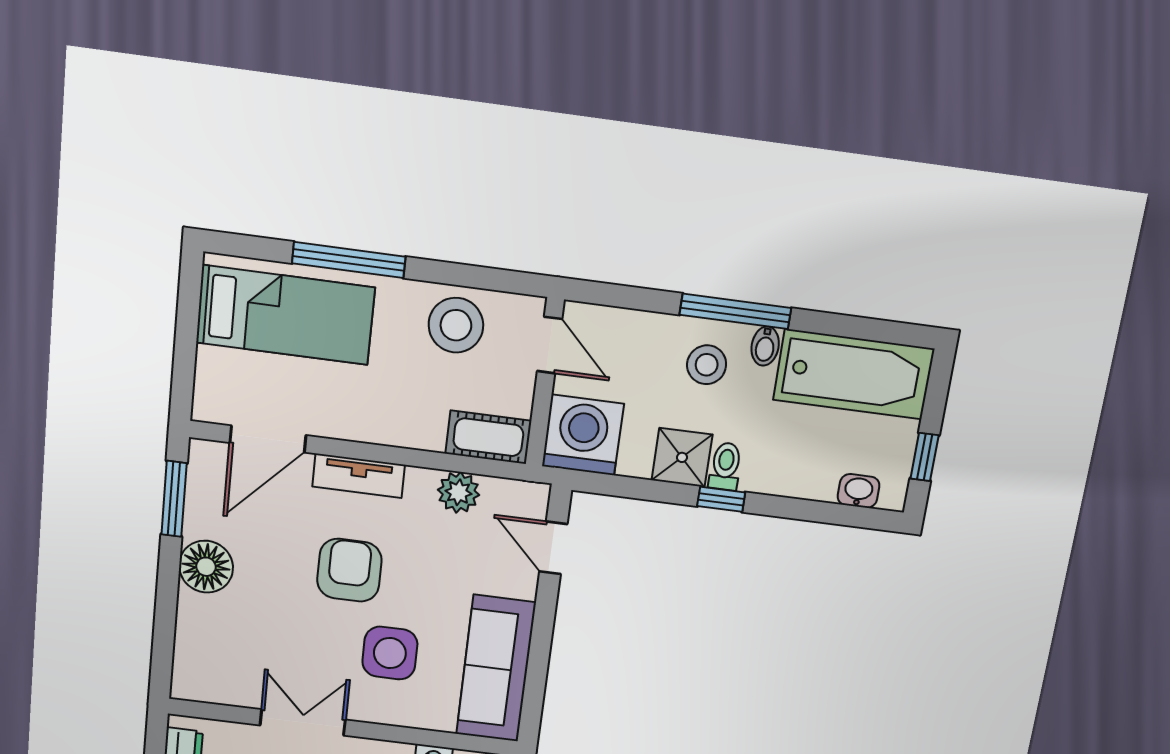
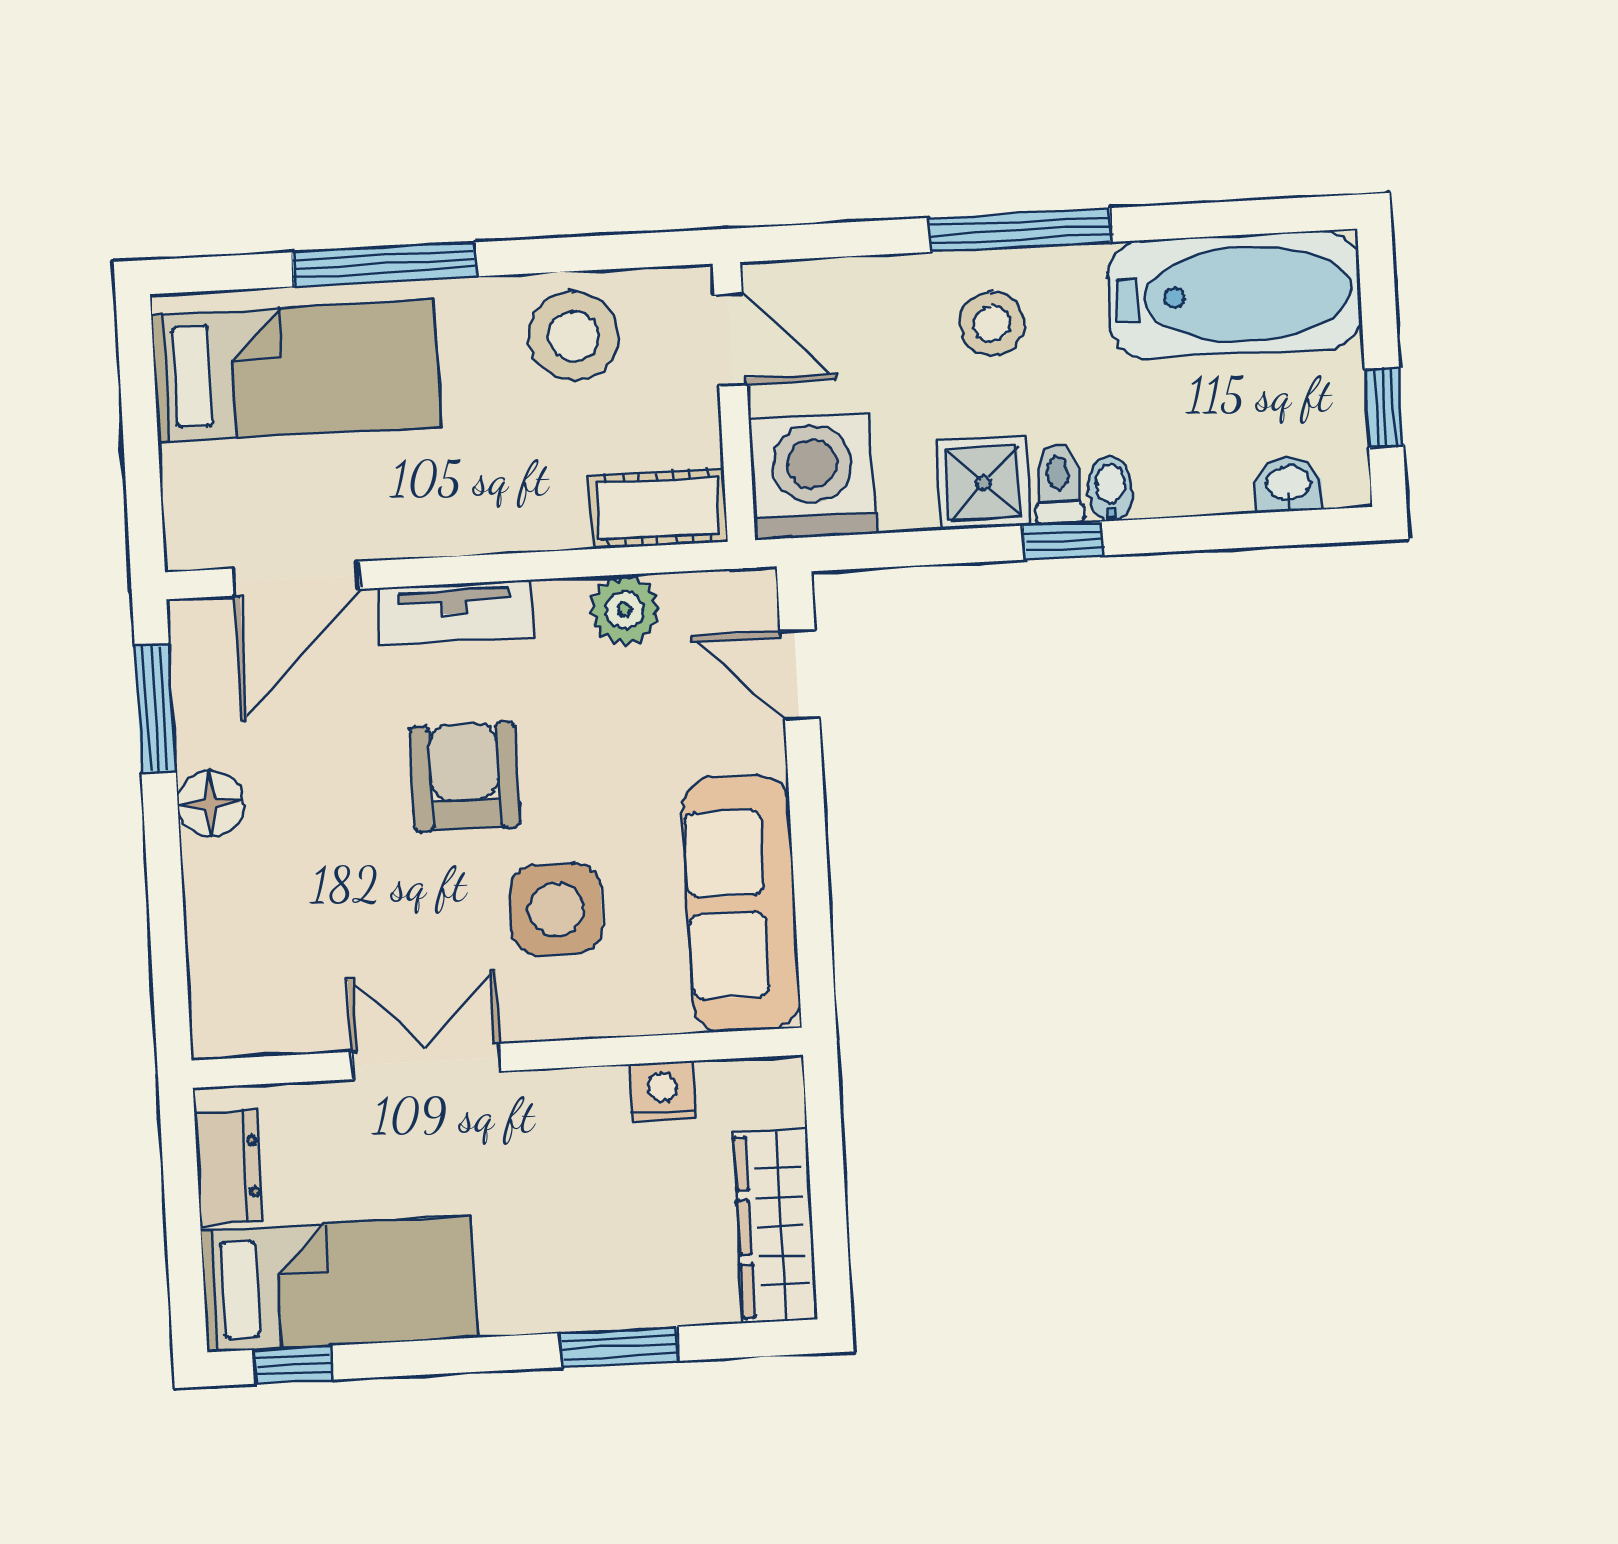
bidet: (765, 346) -> (1110, 489), moved, turned 180
floor lamp: (206, 567) -> (211, 803), width x0.73, depth x0.73

